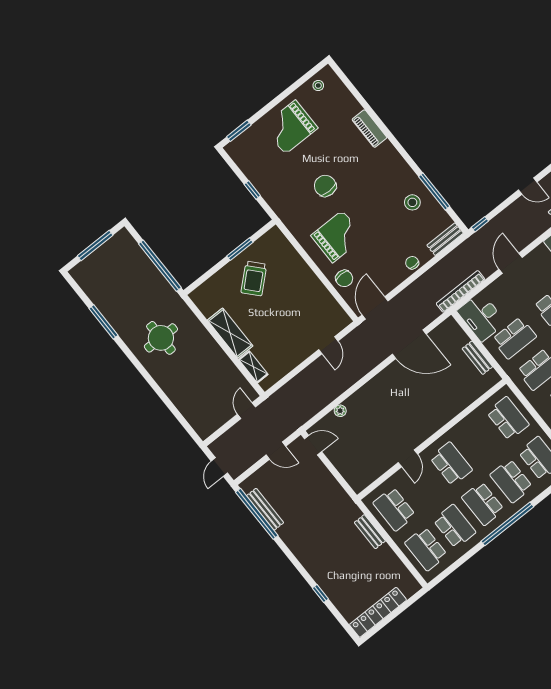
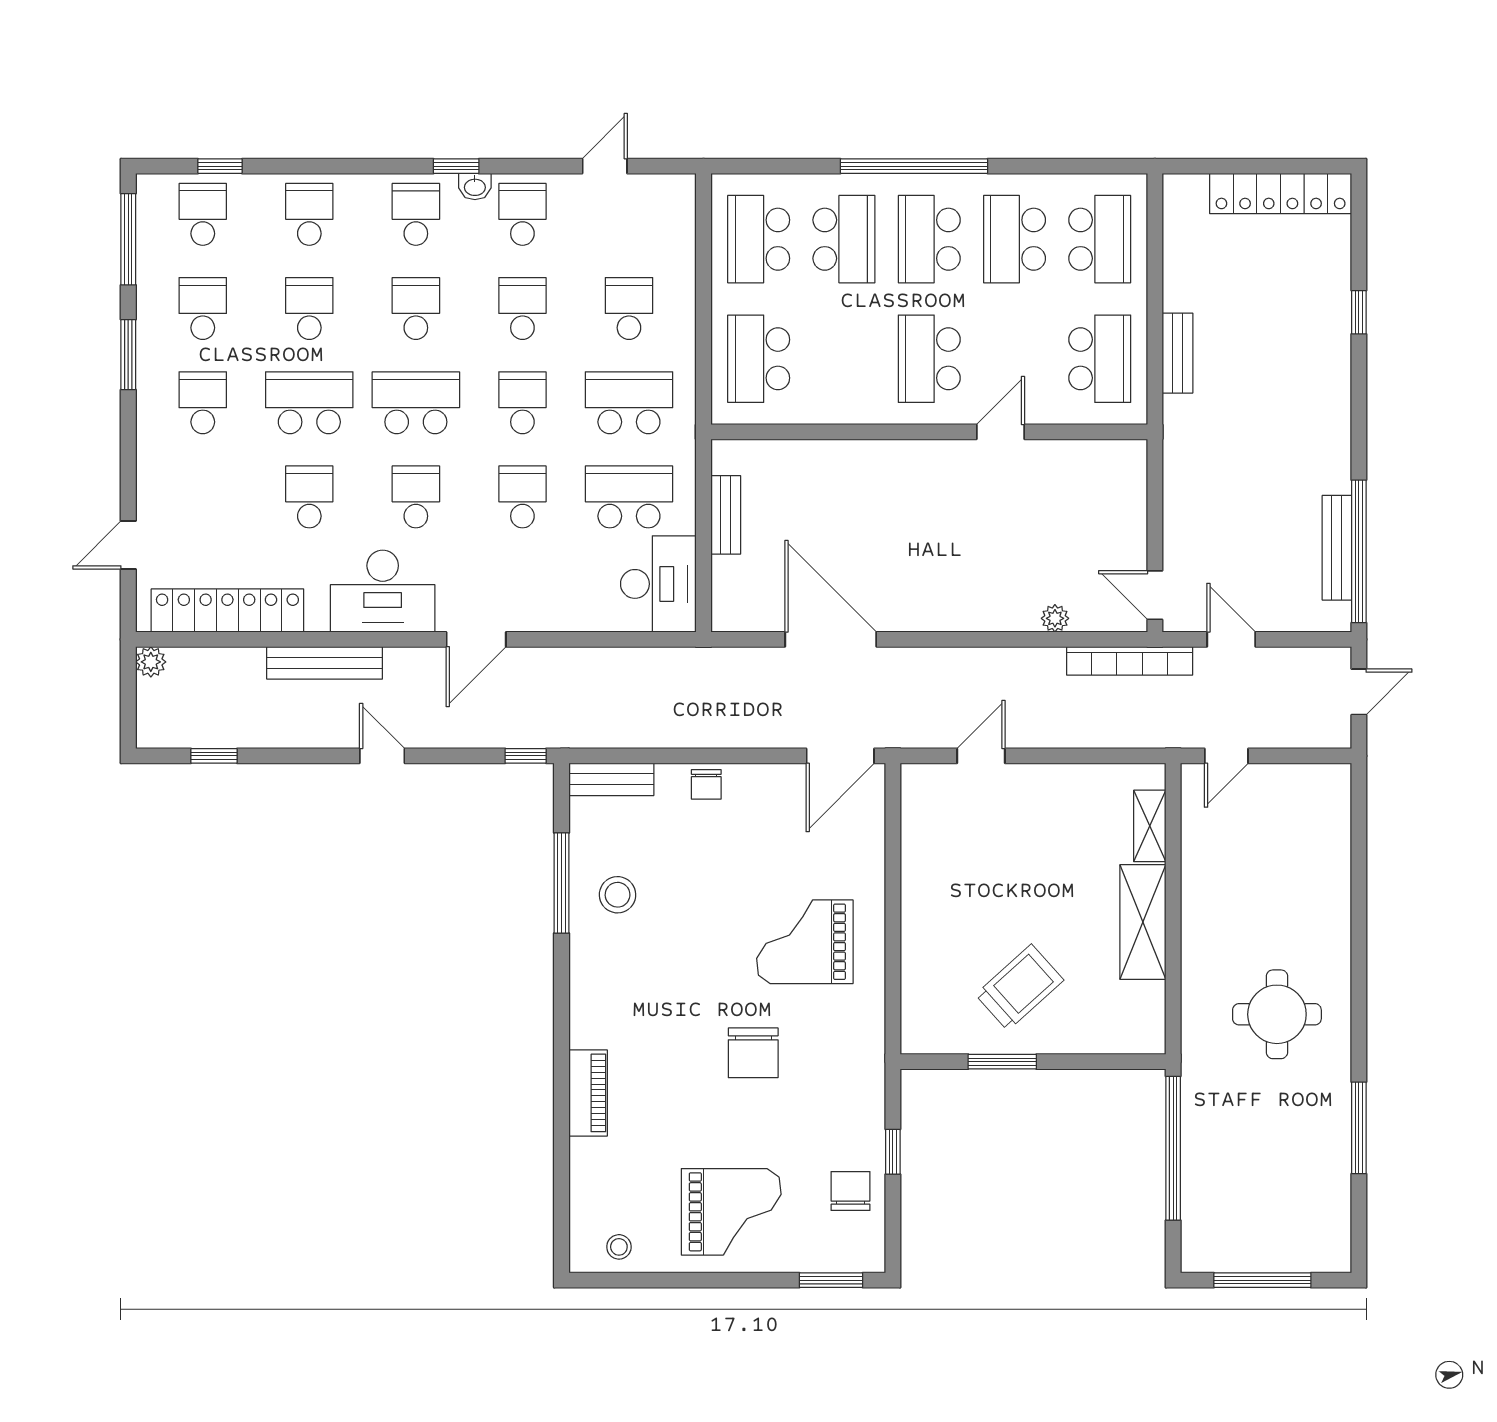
door: (511, 263) -> (476, 639), moved
chair: (344, 278) -> (851, 1191), moved
bookcase: (461, 291) -> (1130, 661), moved
school desk: (483, 504) -> (929, 239), turned 180

